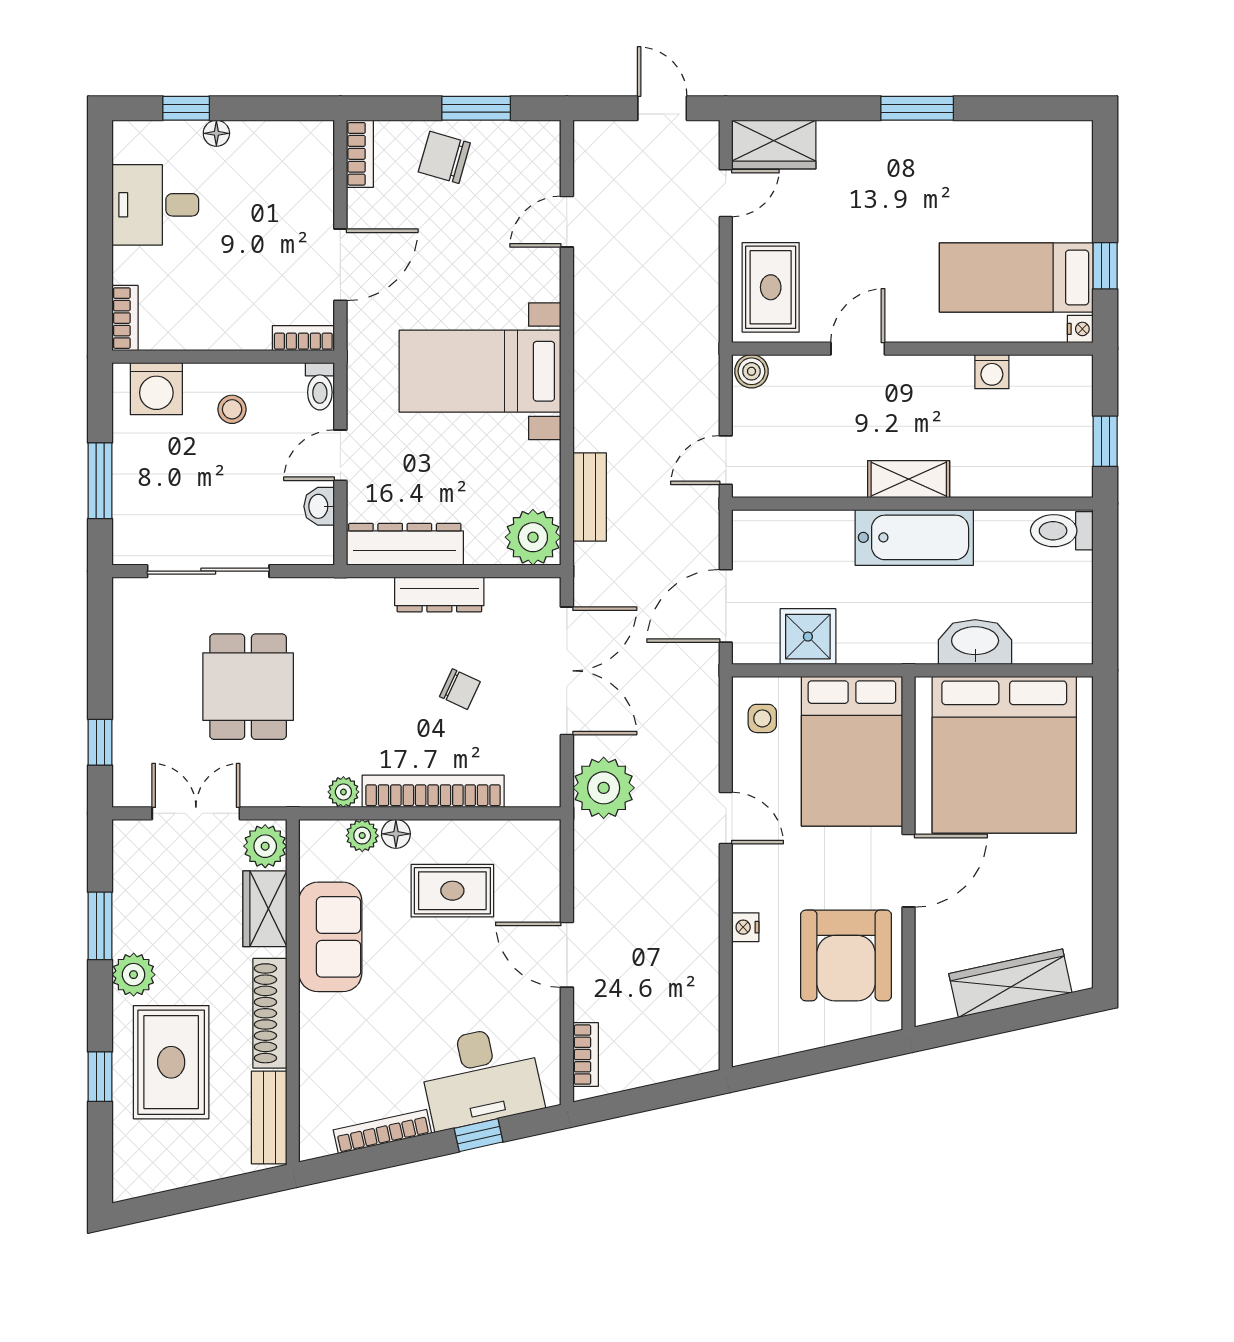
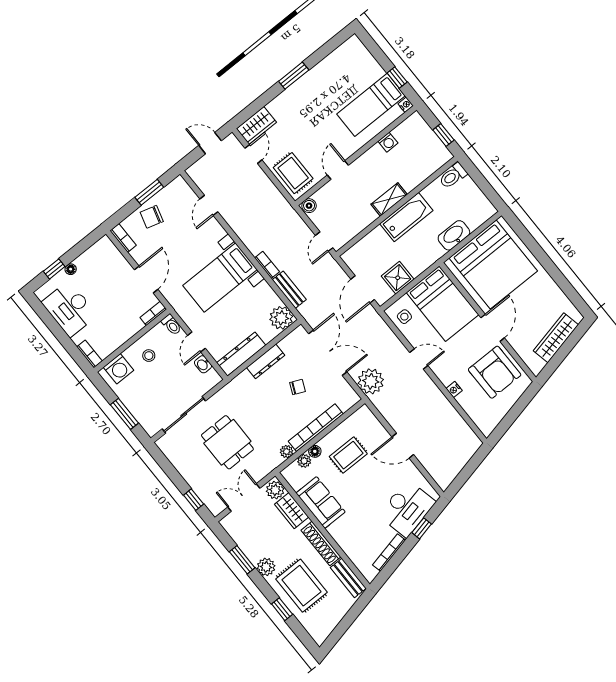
desk: (155, 205) -> (70, 309), width x1.37
bookcase: (586, 1055) -> (267, 265), moved

